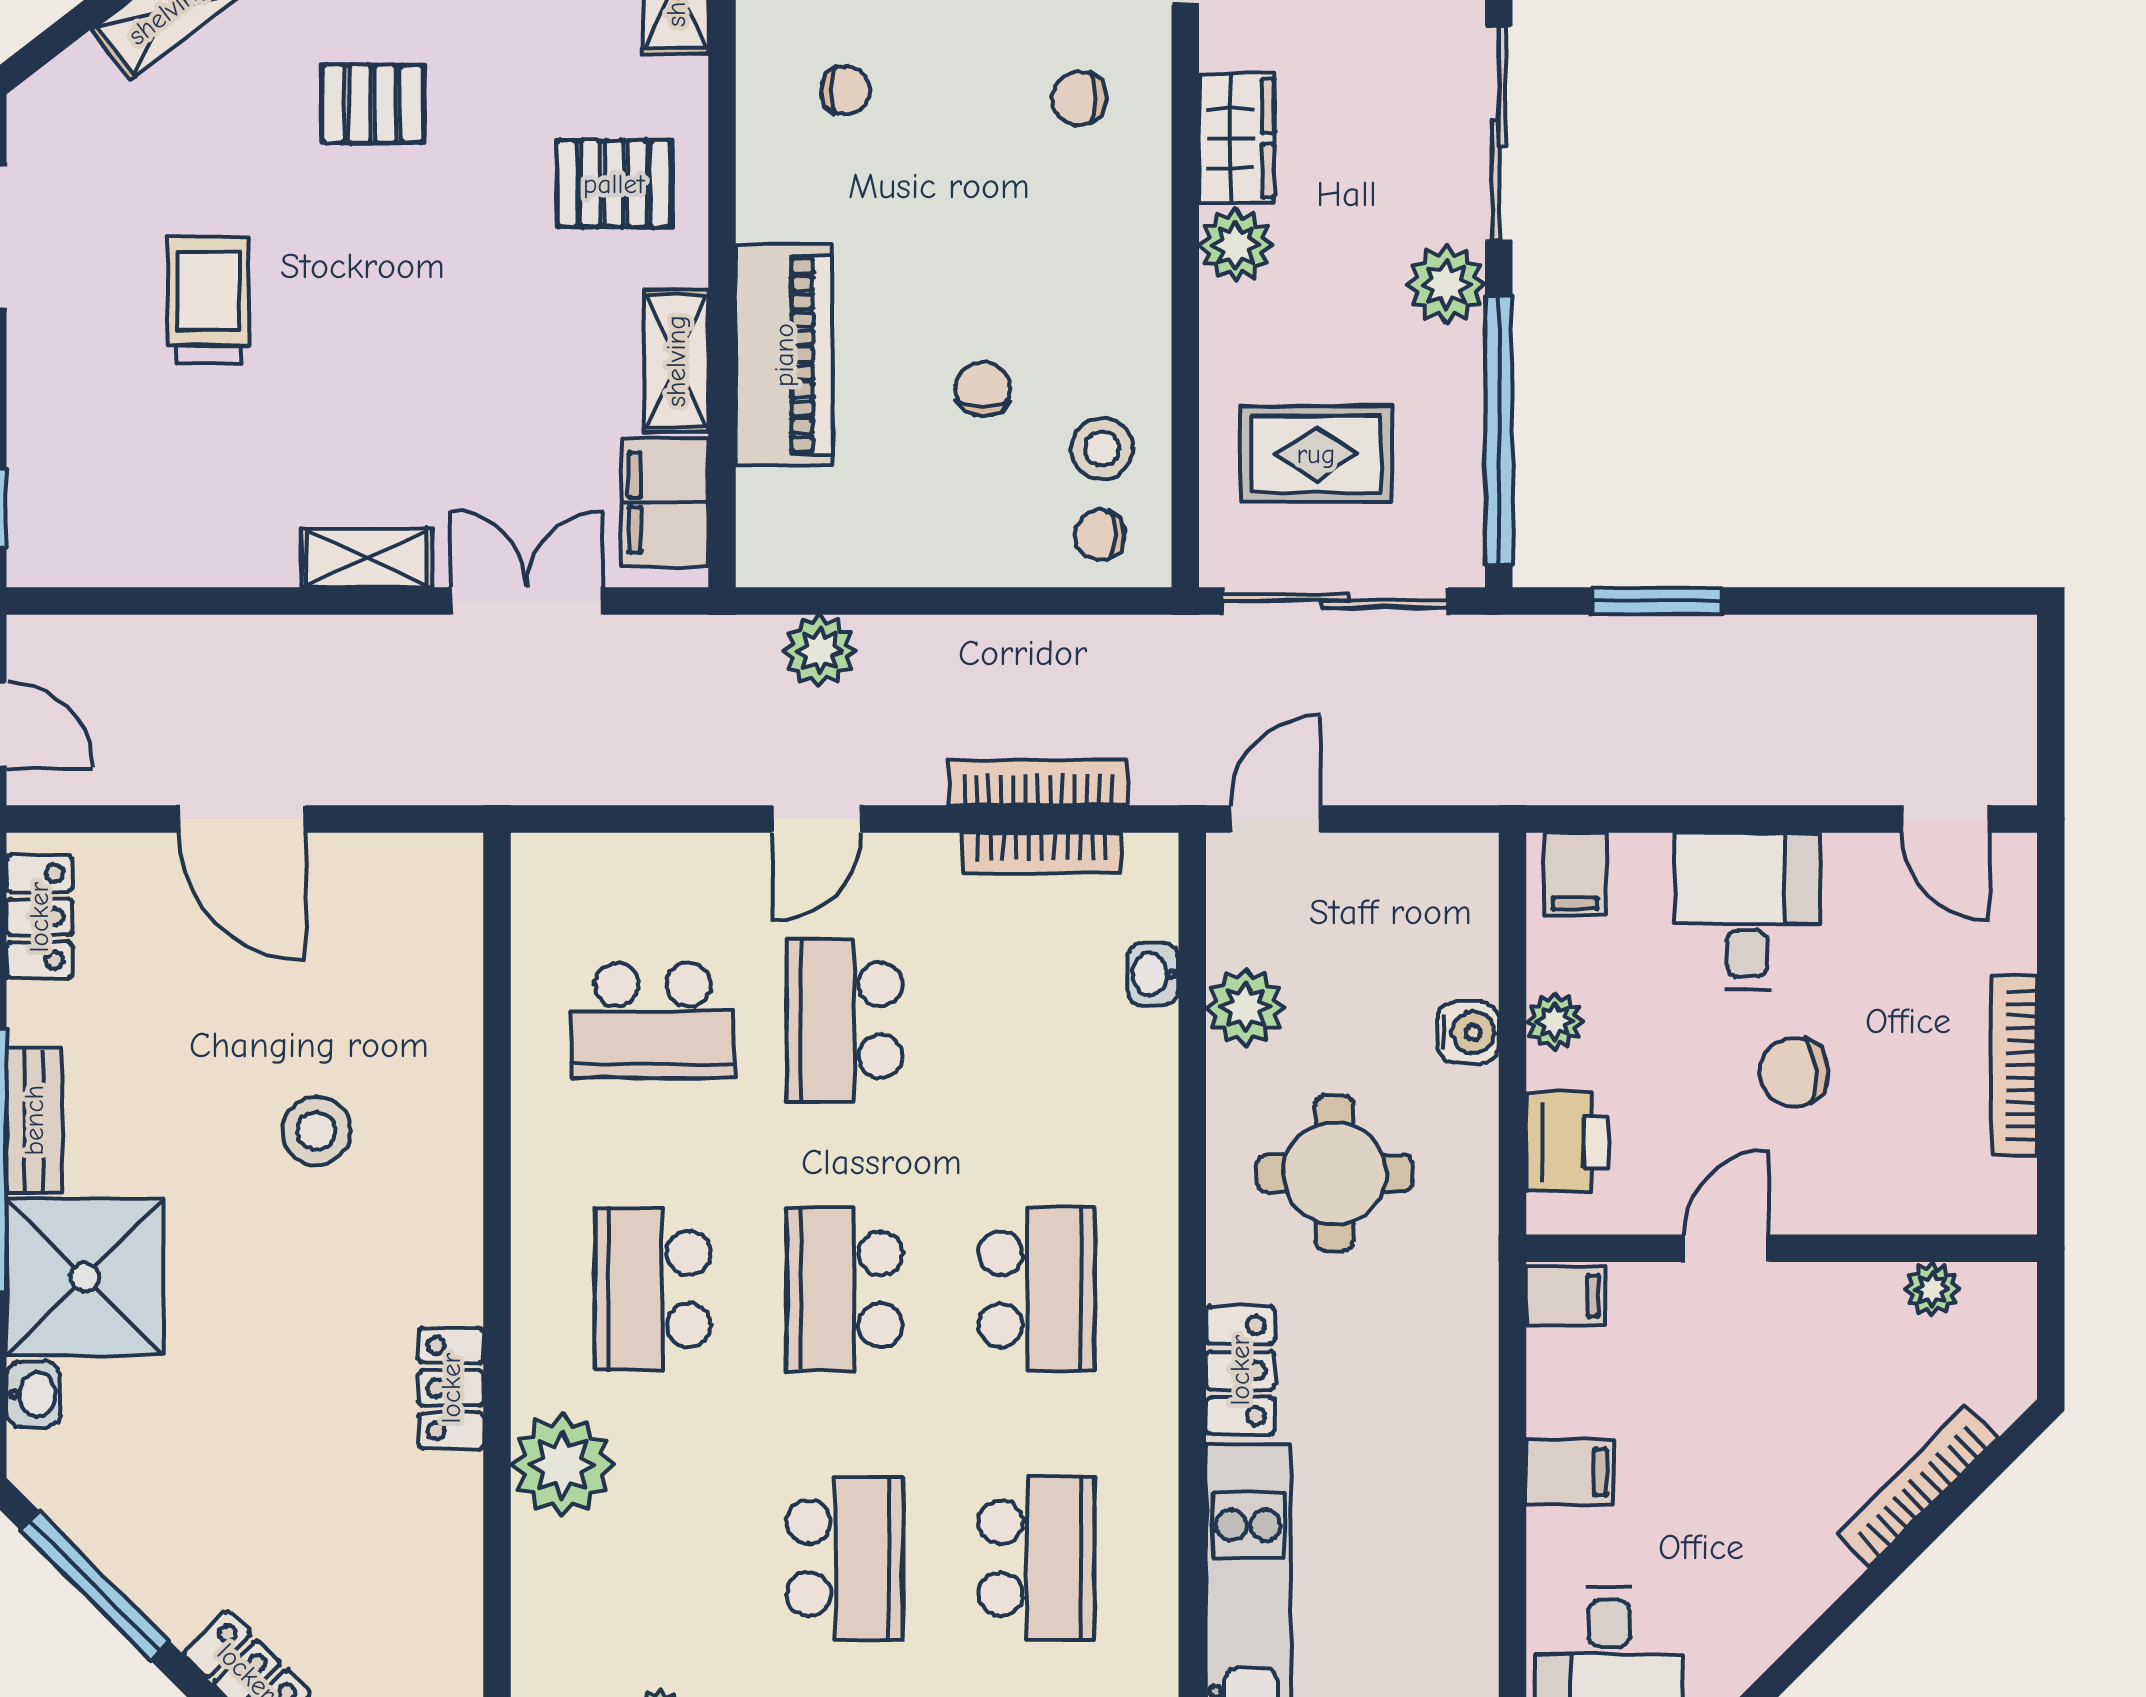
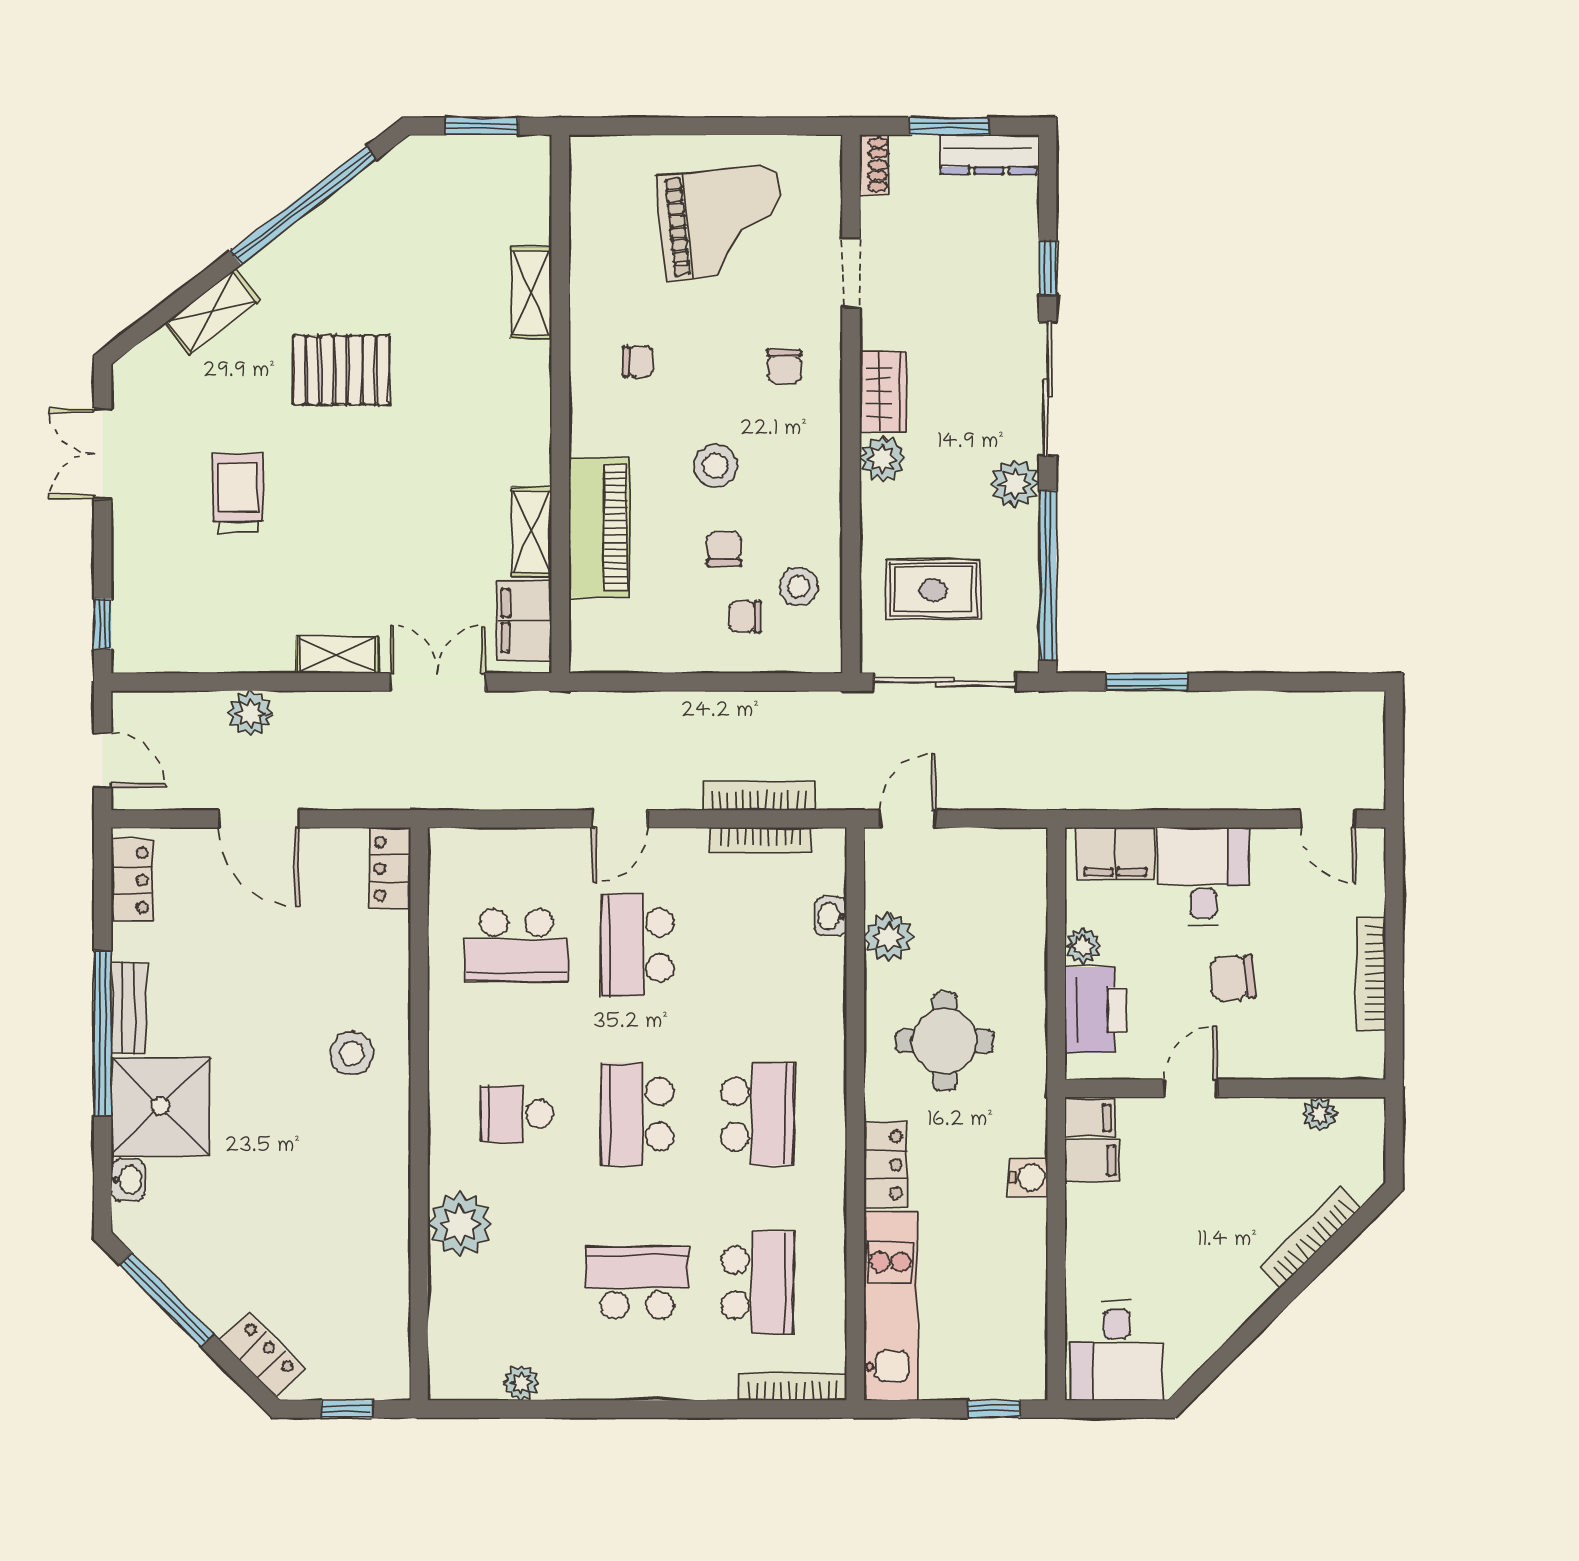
chair: (1079, 98) -> (784, 367), turned -90
pallet: (373, 104) -> (341, 370), width x1.50, depth x1.42
pallet: (614, 184) -> (492, 420), removed
stool: (970, 256) -> (716, 465), added
chair: (1100, 535) -> (745, 617), moved
plant: (819, 651) -> (250, 713), moved
filing cabinet: (1575, 874) -> (1115, 854), width x2.00
water cooler: (1468, 1032) -> (1028, 1177), moved
stool: (316, 1131) -> (352, 1053), moved
printer: (1567, 1142) -> (1096, 1010), width x1.37, depth x1.19
school desk: (653, 1289) -> (517, 1114), width x0.54
locker: (451, 1388) -> (390, 869), moved
filing cabinet: (1570, 1472) -> (1092, 1161), moved
school desk: (845, 1558) -> (637, 1283), turned -90

